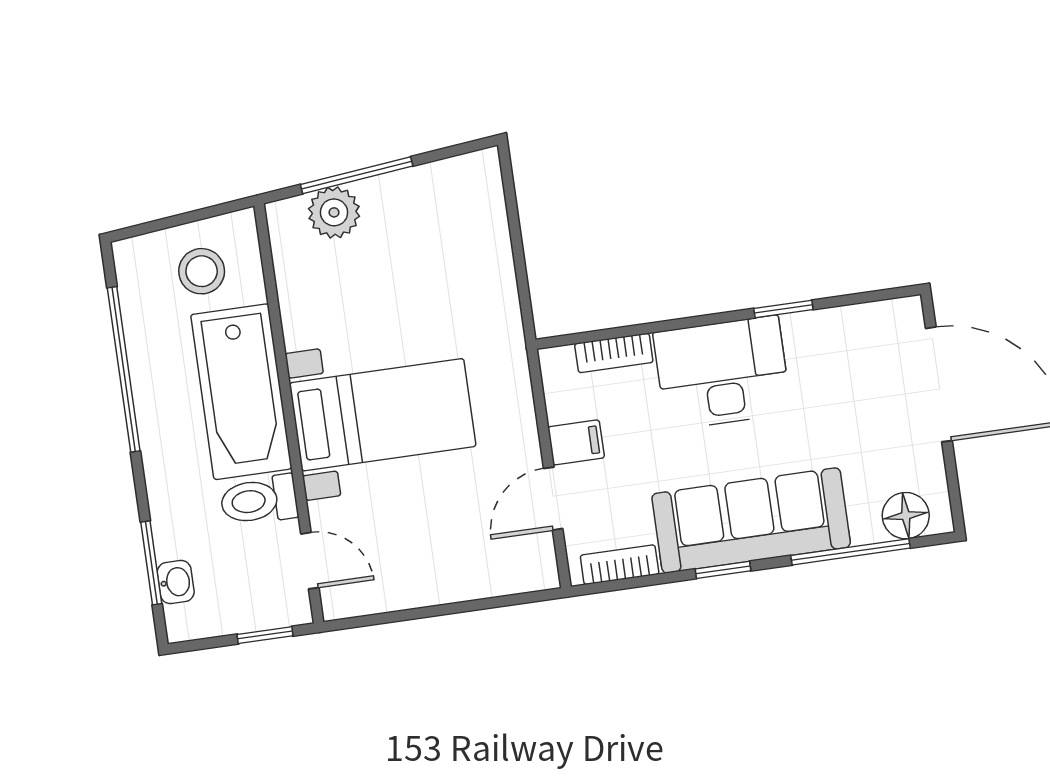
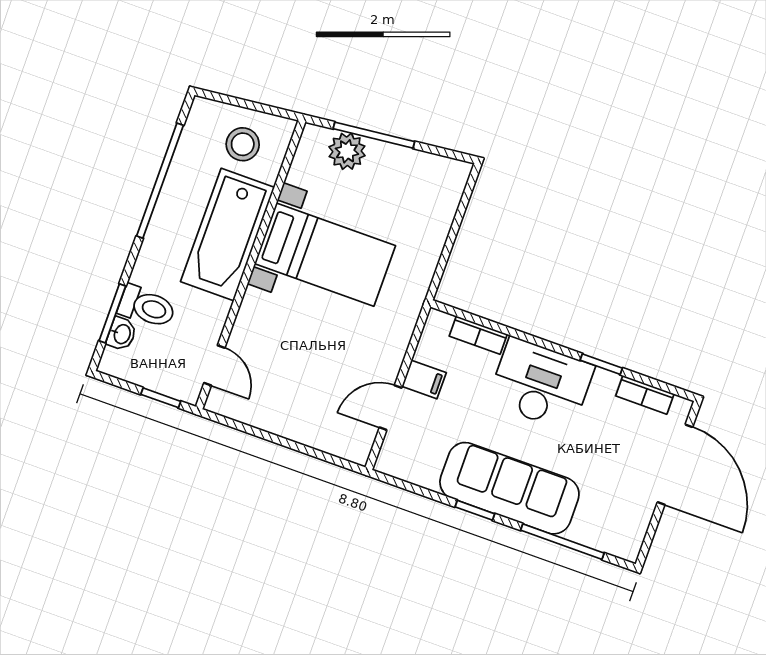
bed with nightstands: (383, 415) -> (325, 255), moved
toilet: (259, 500) -> (147, 307), moved, turned 180
floor lamp: (906, 516) -> (610, 537), removed
bookcase: (620, 565) -> (645, 395), moved, turned 180

